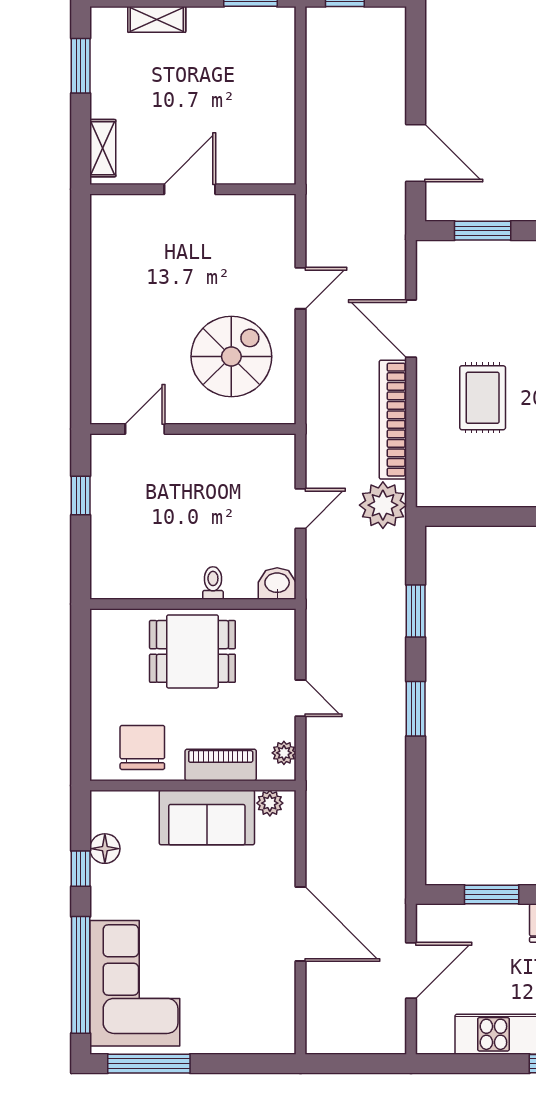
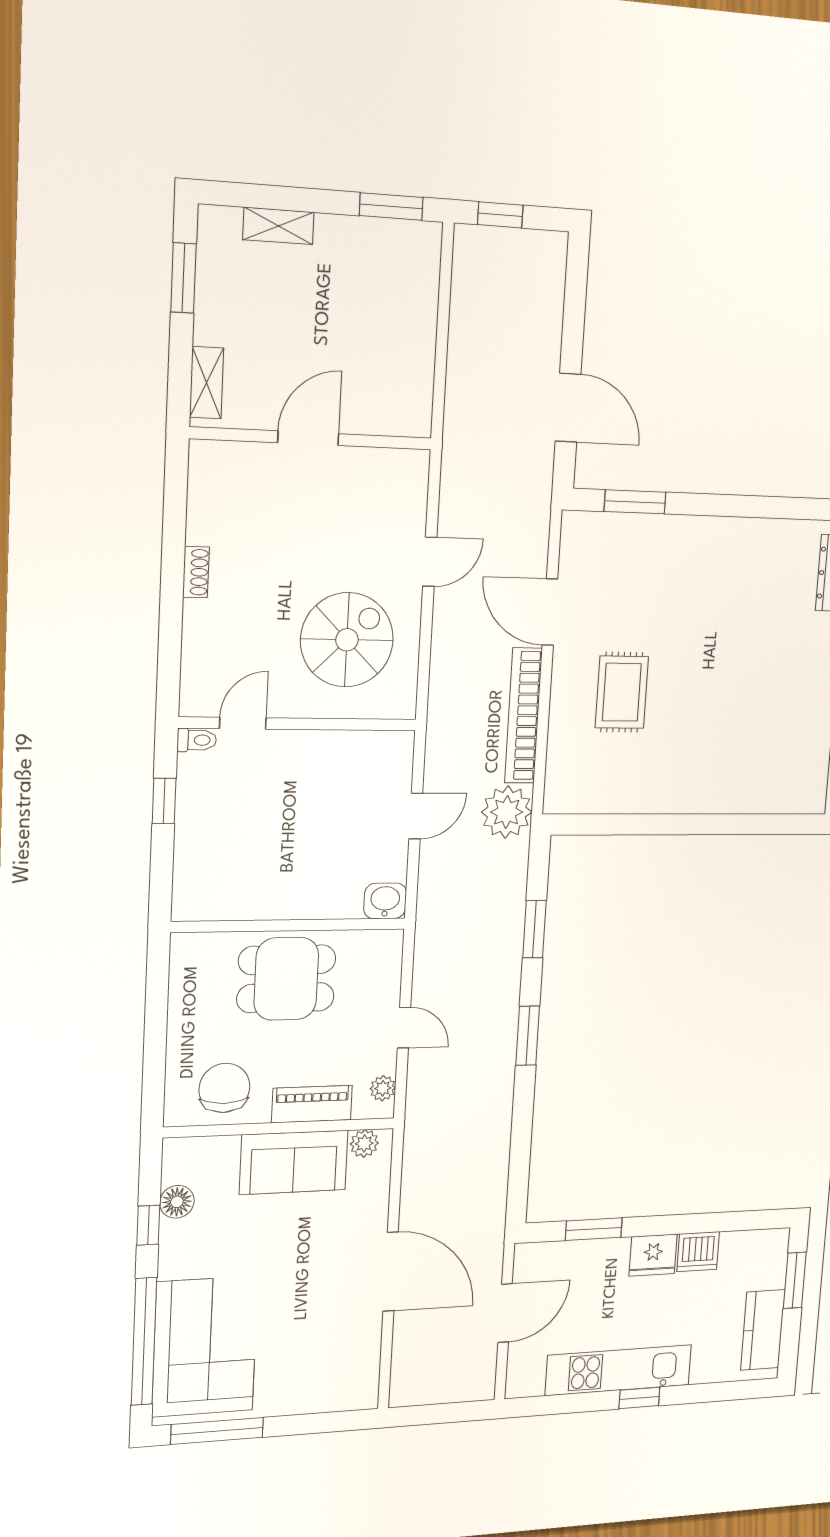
shoe rack: (100, 303) -> (196, 572), added
toilet: (213, 583) -> (197, 740), moved, turned 90

